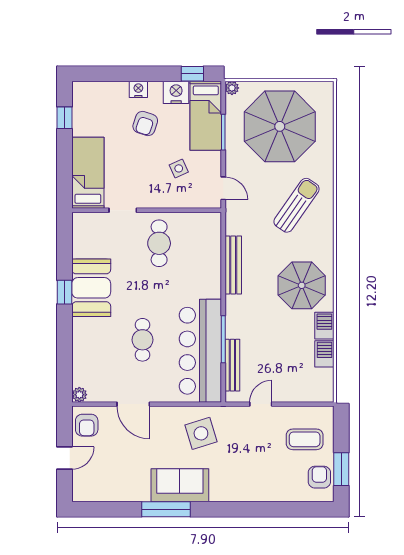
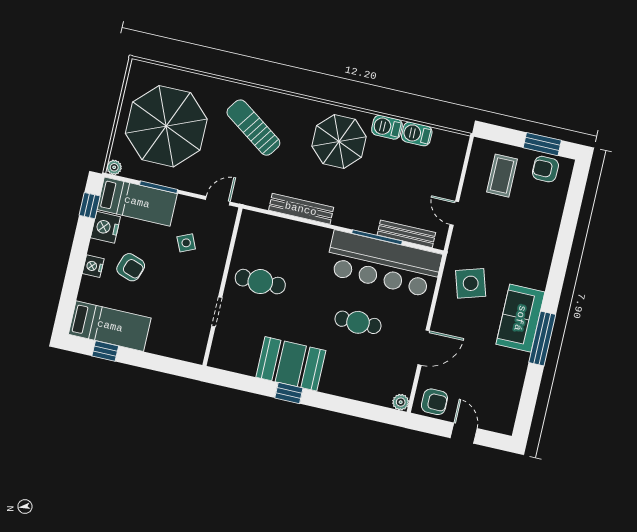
bed: (88, 173) -> (110, 326), moved, turned 180

